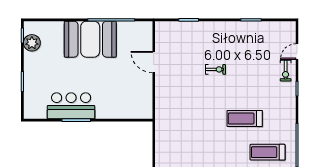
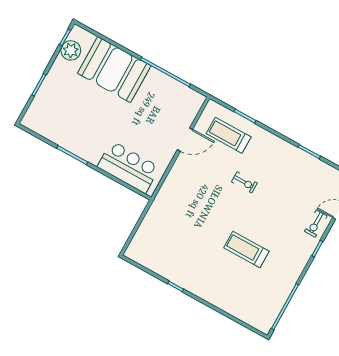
booth: (90, 39) -> (114, 70), moved
door: (154, 62) -> (185, 140), swing flipped
bar counter: (71, 106) -> (128, 167), moved
treadmill: (268, 152) -> (229, 135), moved

